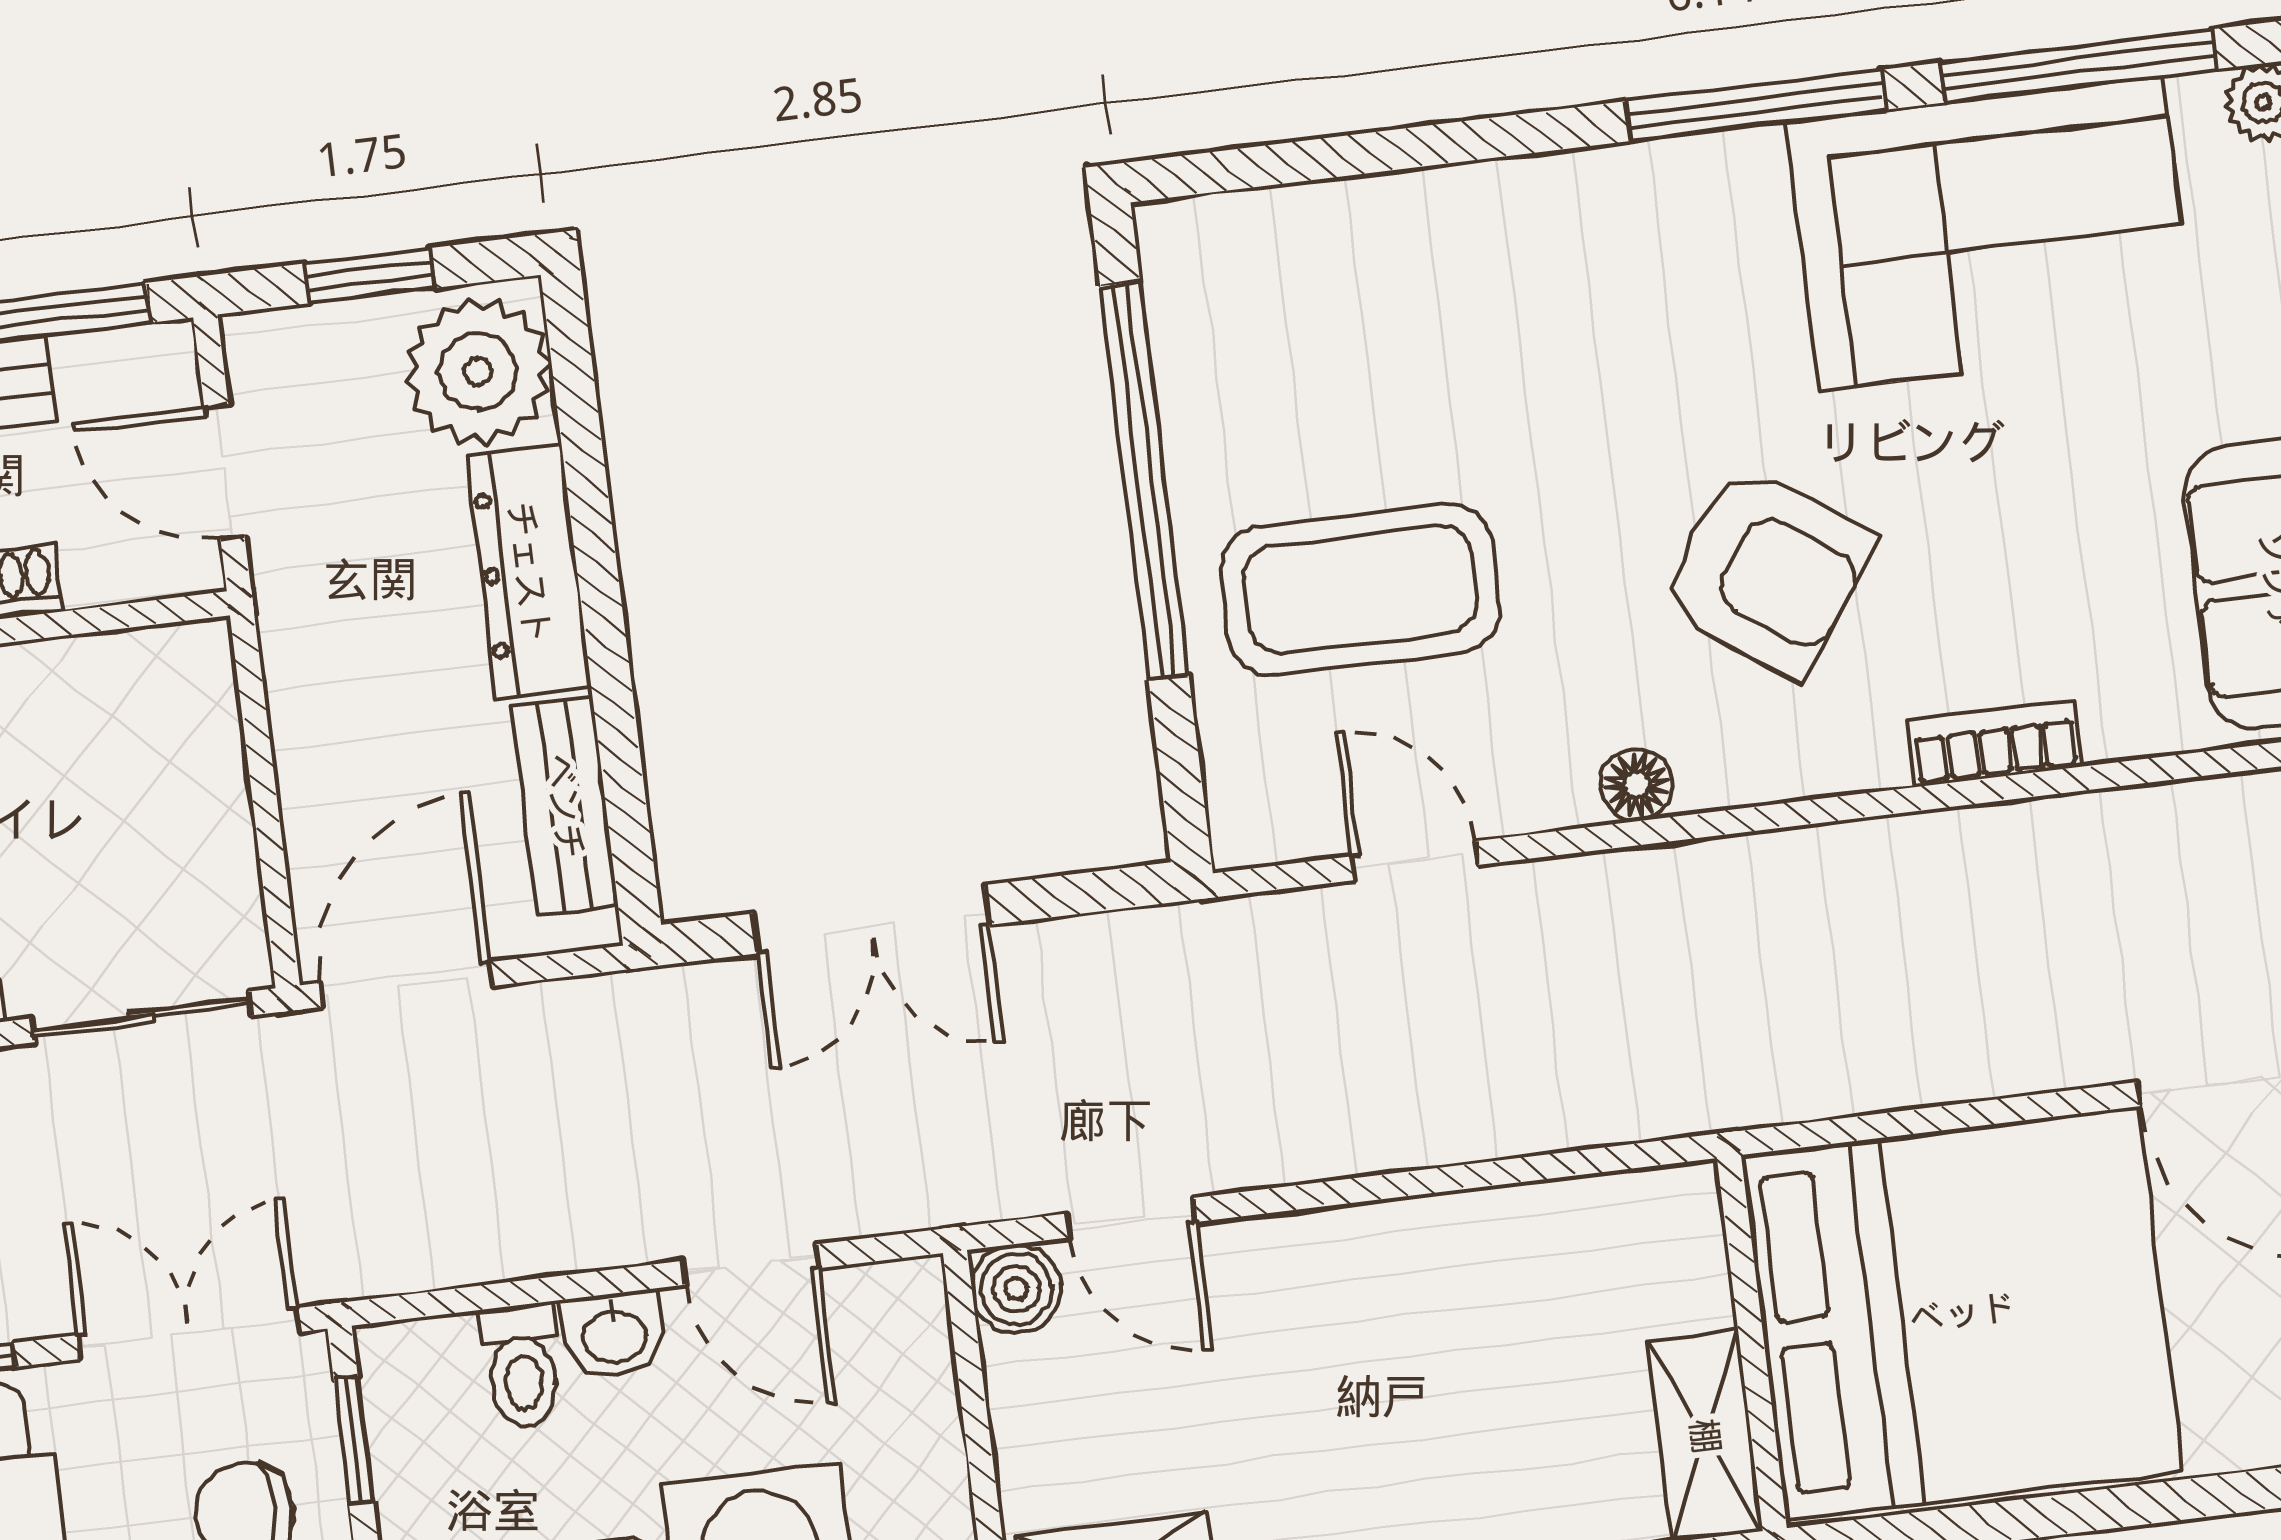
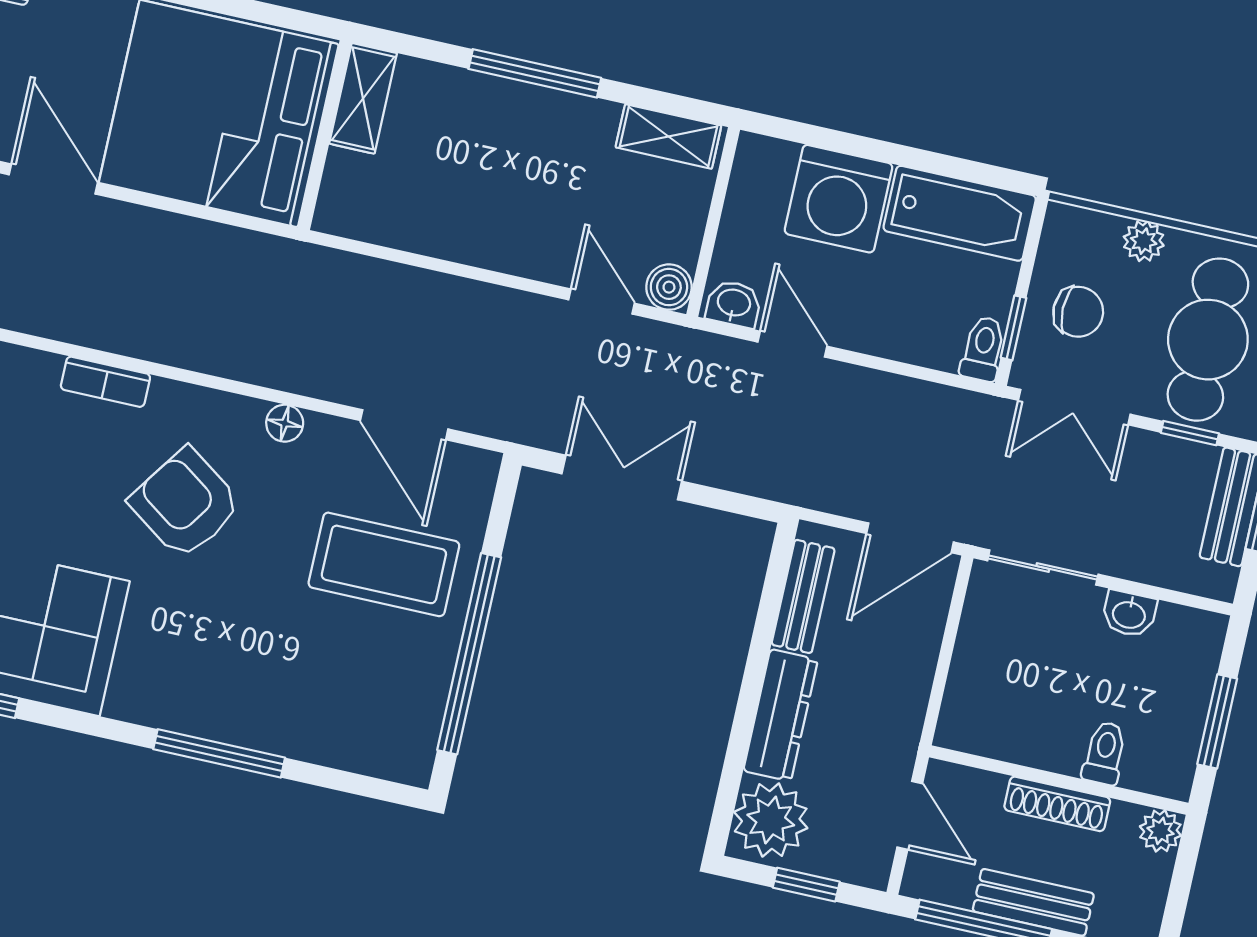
window: (1756, 105) -> (219, 753), moved
door: (1415, 861) -> (404, 425), width x1.38
double door: (871, 919) -> (622, 478), moved
washbasin: (614, 1334) -> (734, 304), moved
toilet: (522, 1366) -> (983, 349), moved

